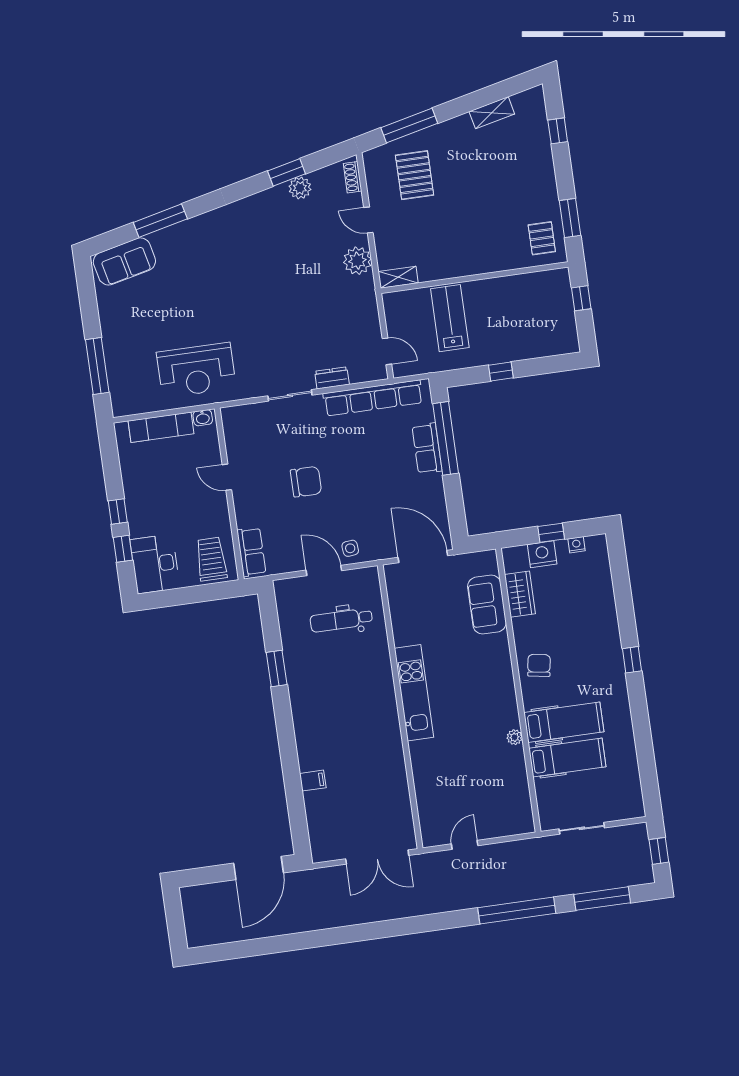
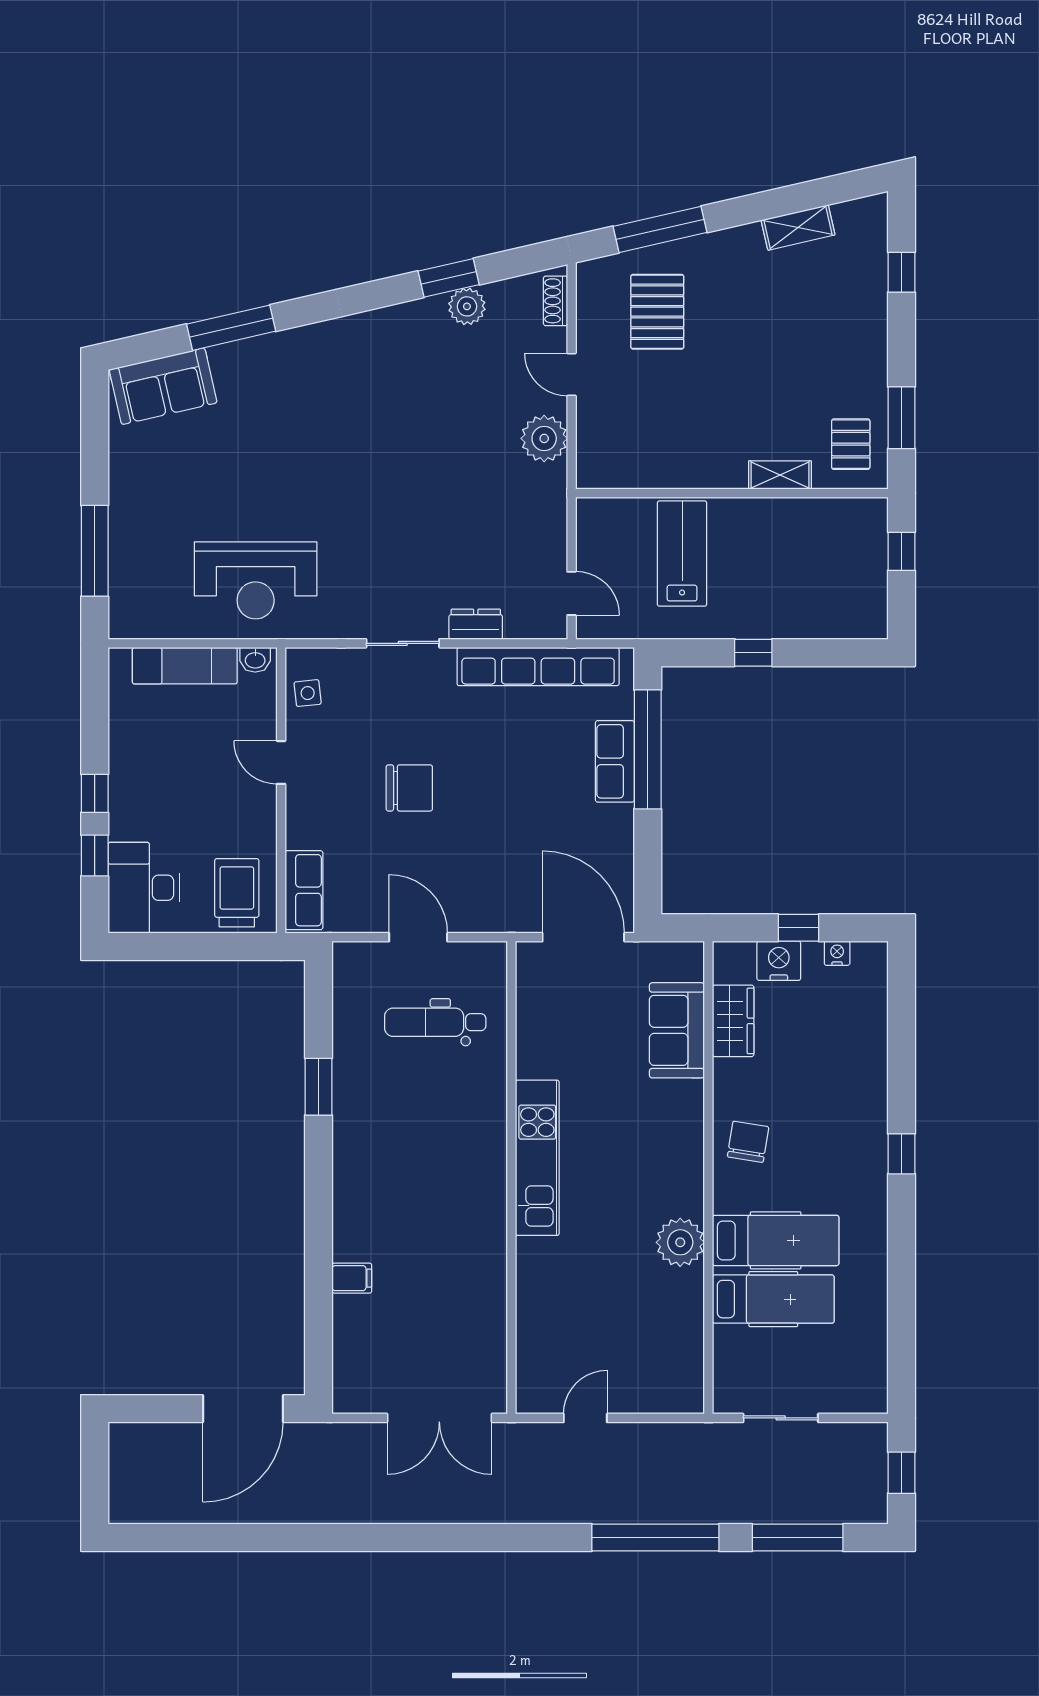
shelving: (398, 277) -> (780, 475), moved
side table: (350, 548) -> (308, 693), moved
plant: (514, 737) -> (680, 1242), width x1.88, depth x1.88

